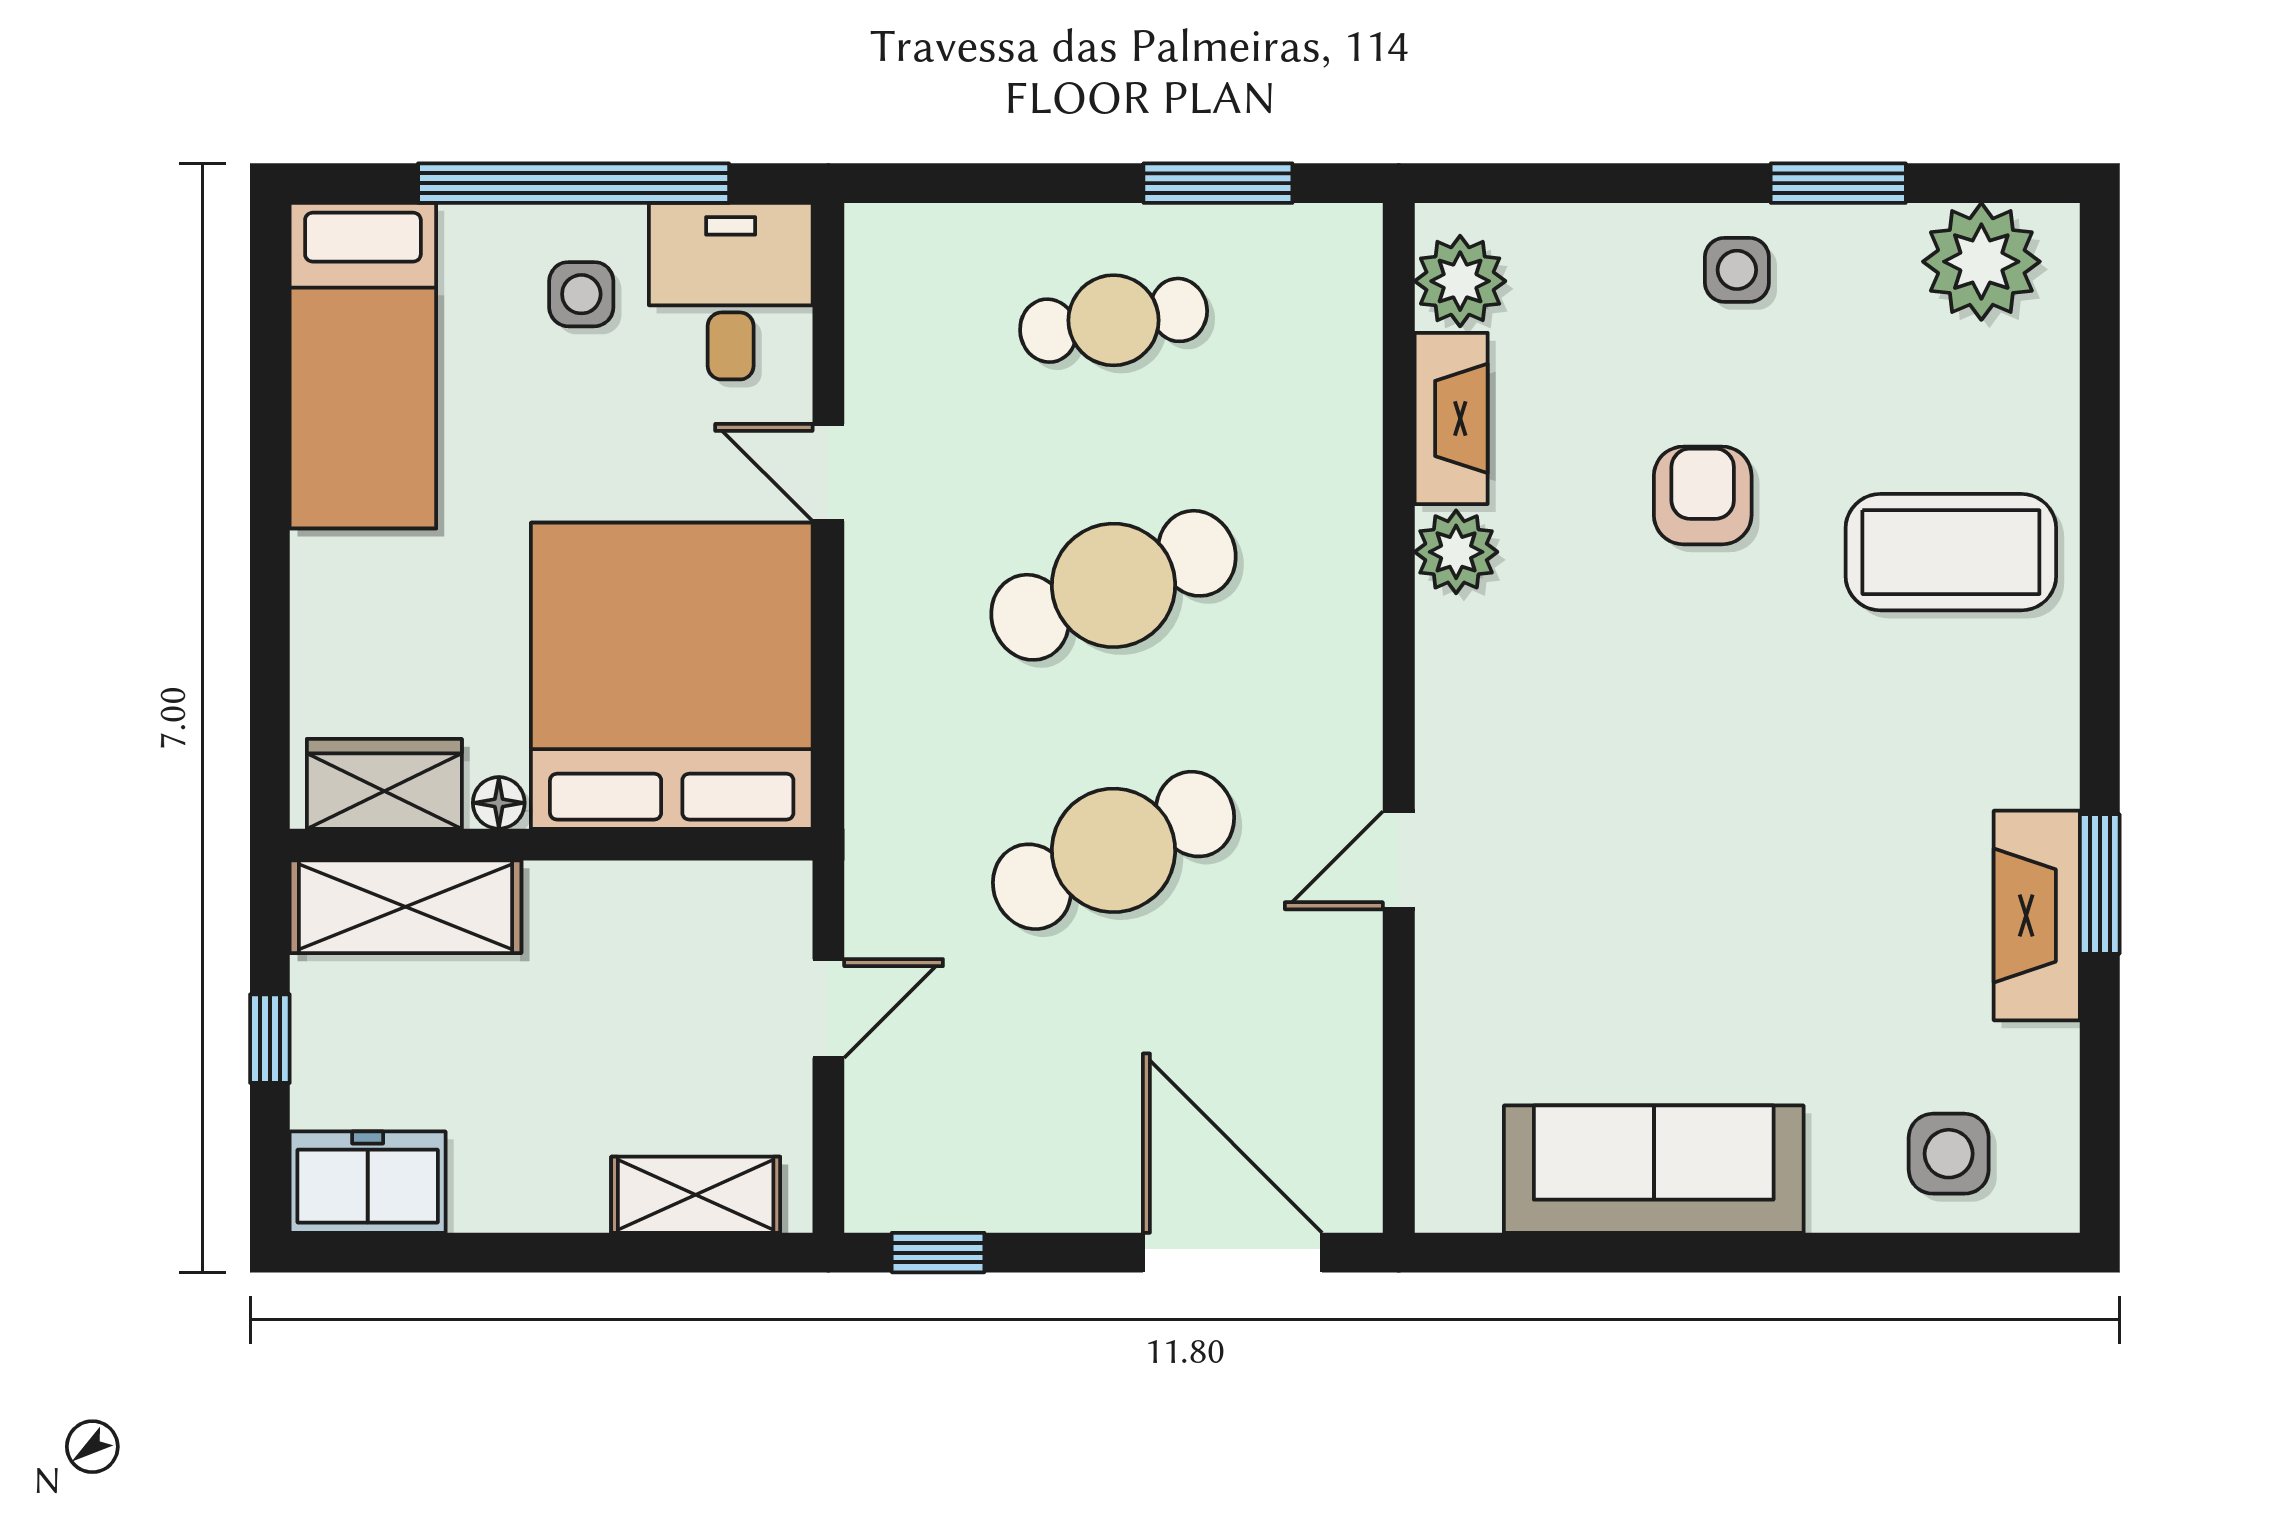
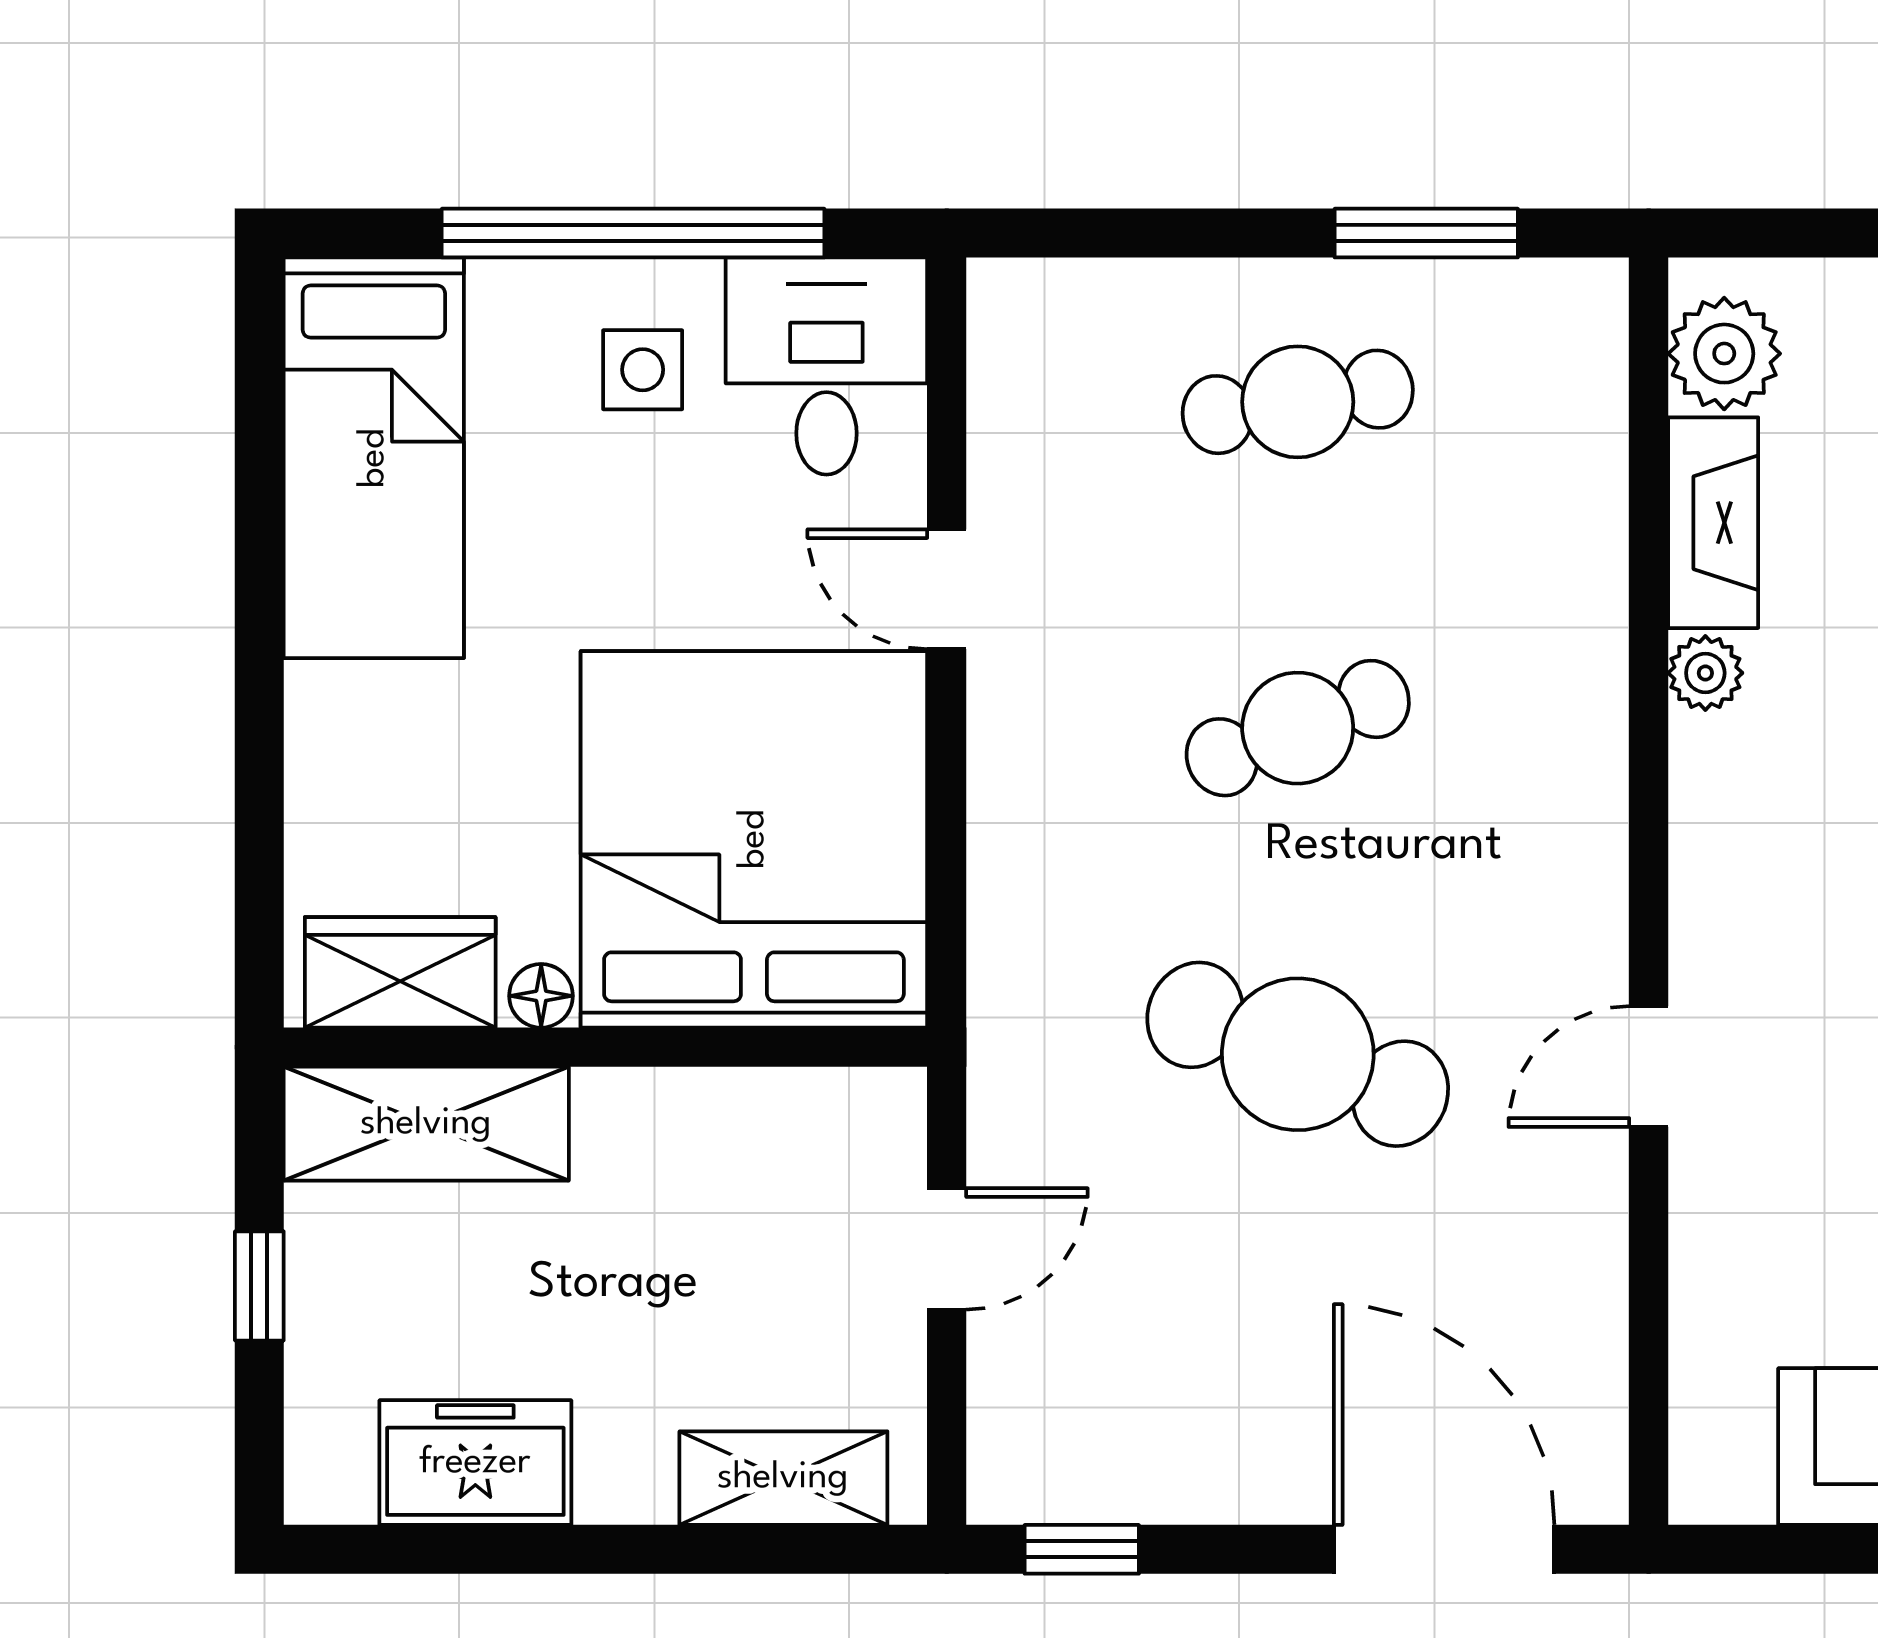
plant: (1456, 552) -> (1705, 673), width x0.73, depth x0.73
cafe table: (1114, 585) -> (1298, 728), width x0.73, depth x0.74
cafe table: (1114, 850) -> (1298, 1054), turned 45
freezer: (368, 1182) -> (475, 1463), moved

